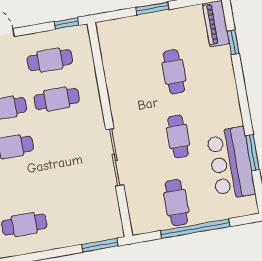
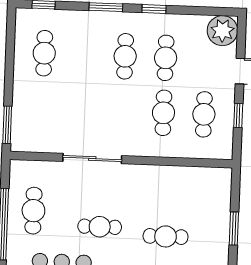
window: (67, 23) -> (238, 116), moved
cafe table: (176, 203) -> (33, 211), turned 90

